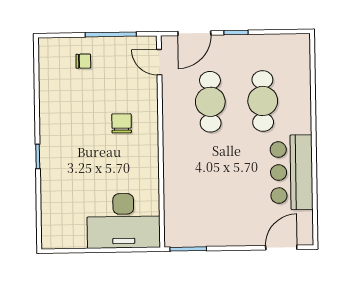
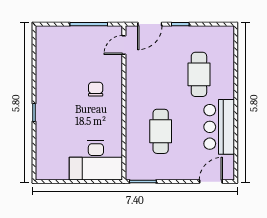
chair: (83, 61) -> (68, 43), removed
door: (159, 62) -> (124, 45), hinge flipped
cafe table: (210, 102) -> (161, 131), moved

